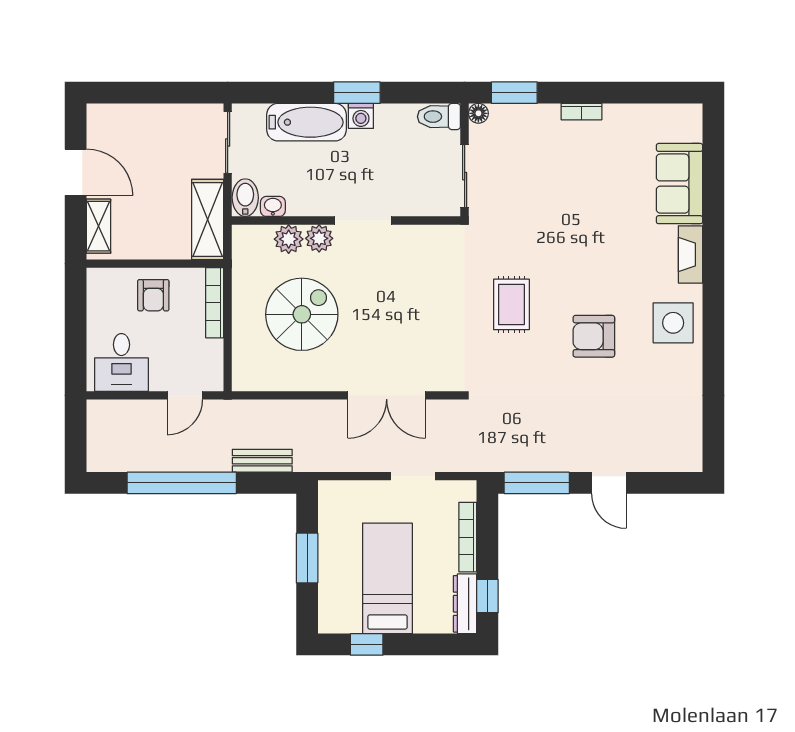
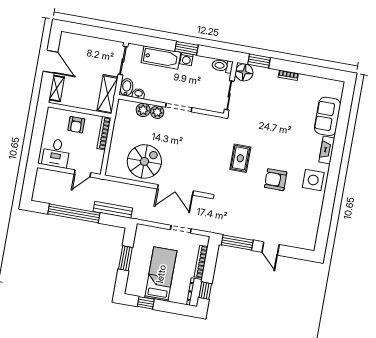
floor lamp: (478, 113) -> (244, 72), width x1.89, depth x1.89
spiral stairs: (302, 314) -> (144, 161), moved
bench: (262, 461) -> (113, 210), width x1.36

